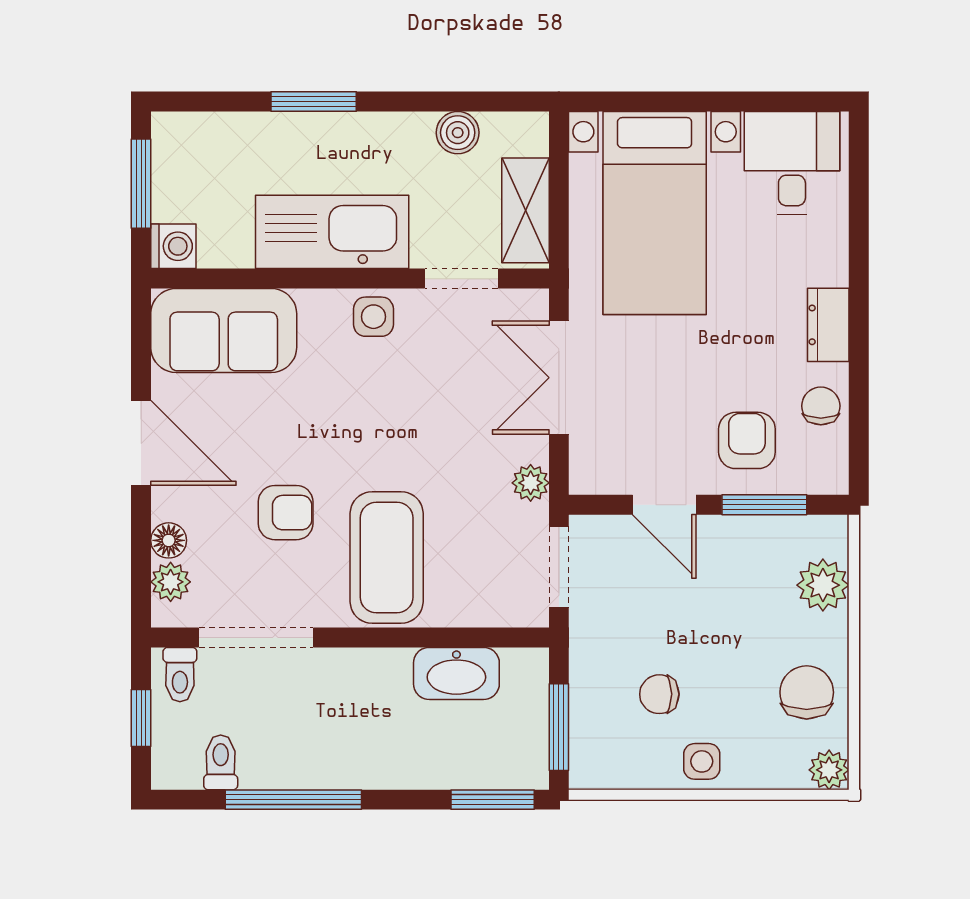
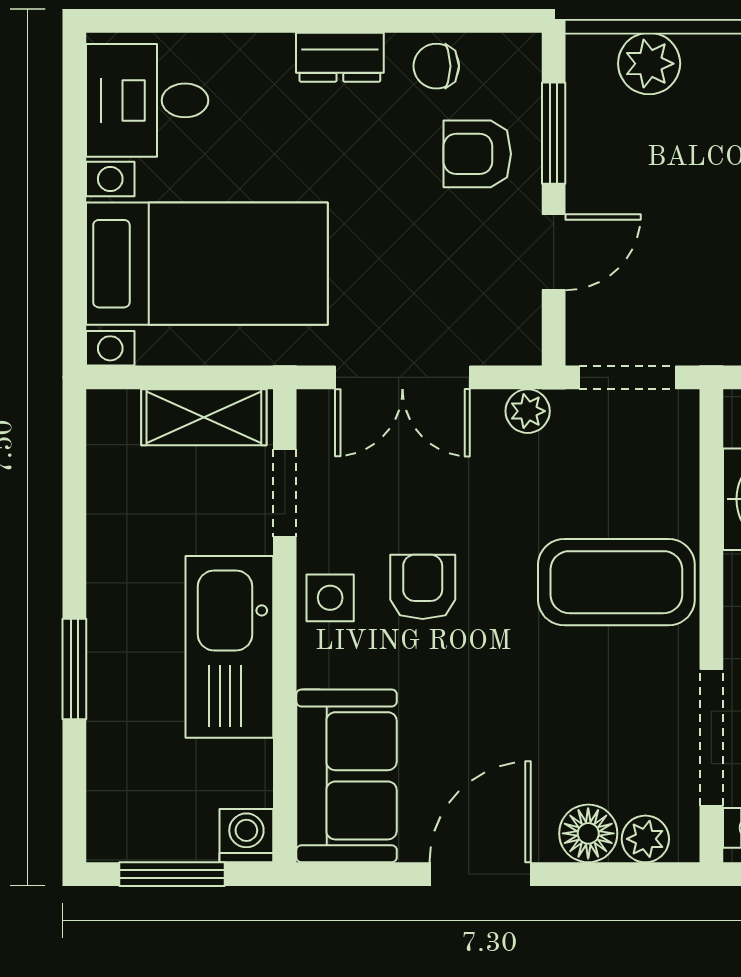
boiler: (458, 133) -> (111, 498), removed
armchair: (286, 513) -> (423, 587), moved
floor lamp: (169, 540) -> (588, 833), width x1.37, depth x1.37

